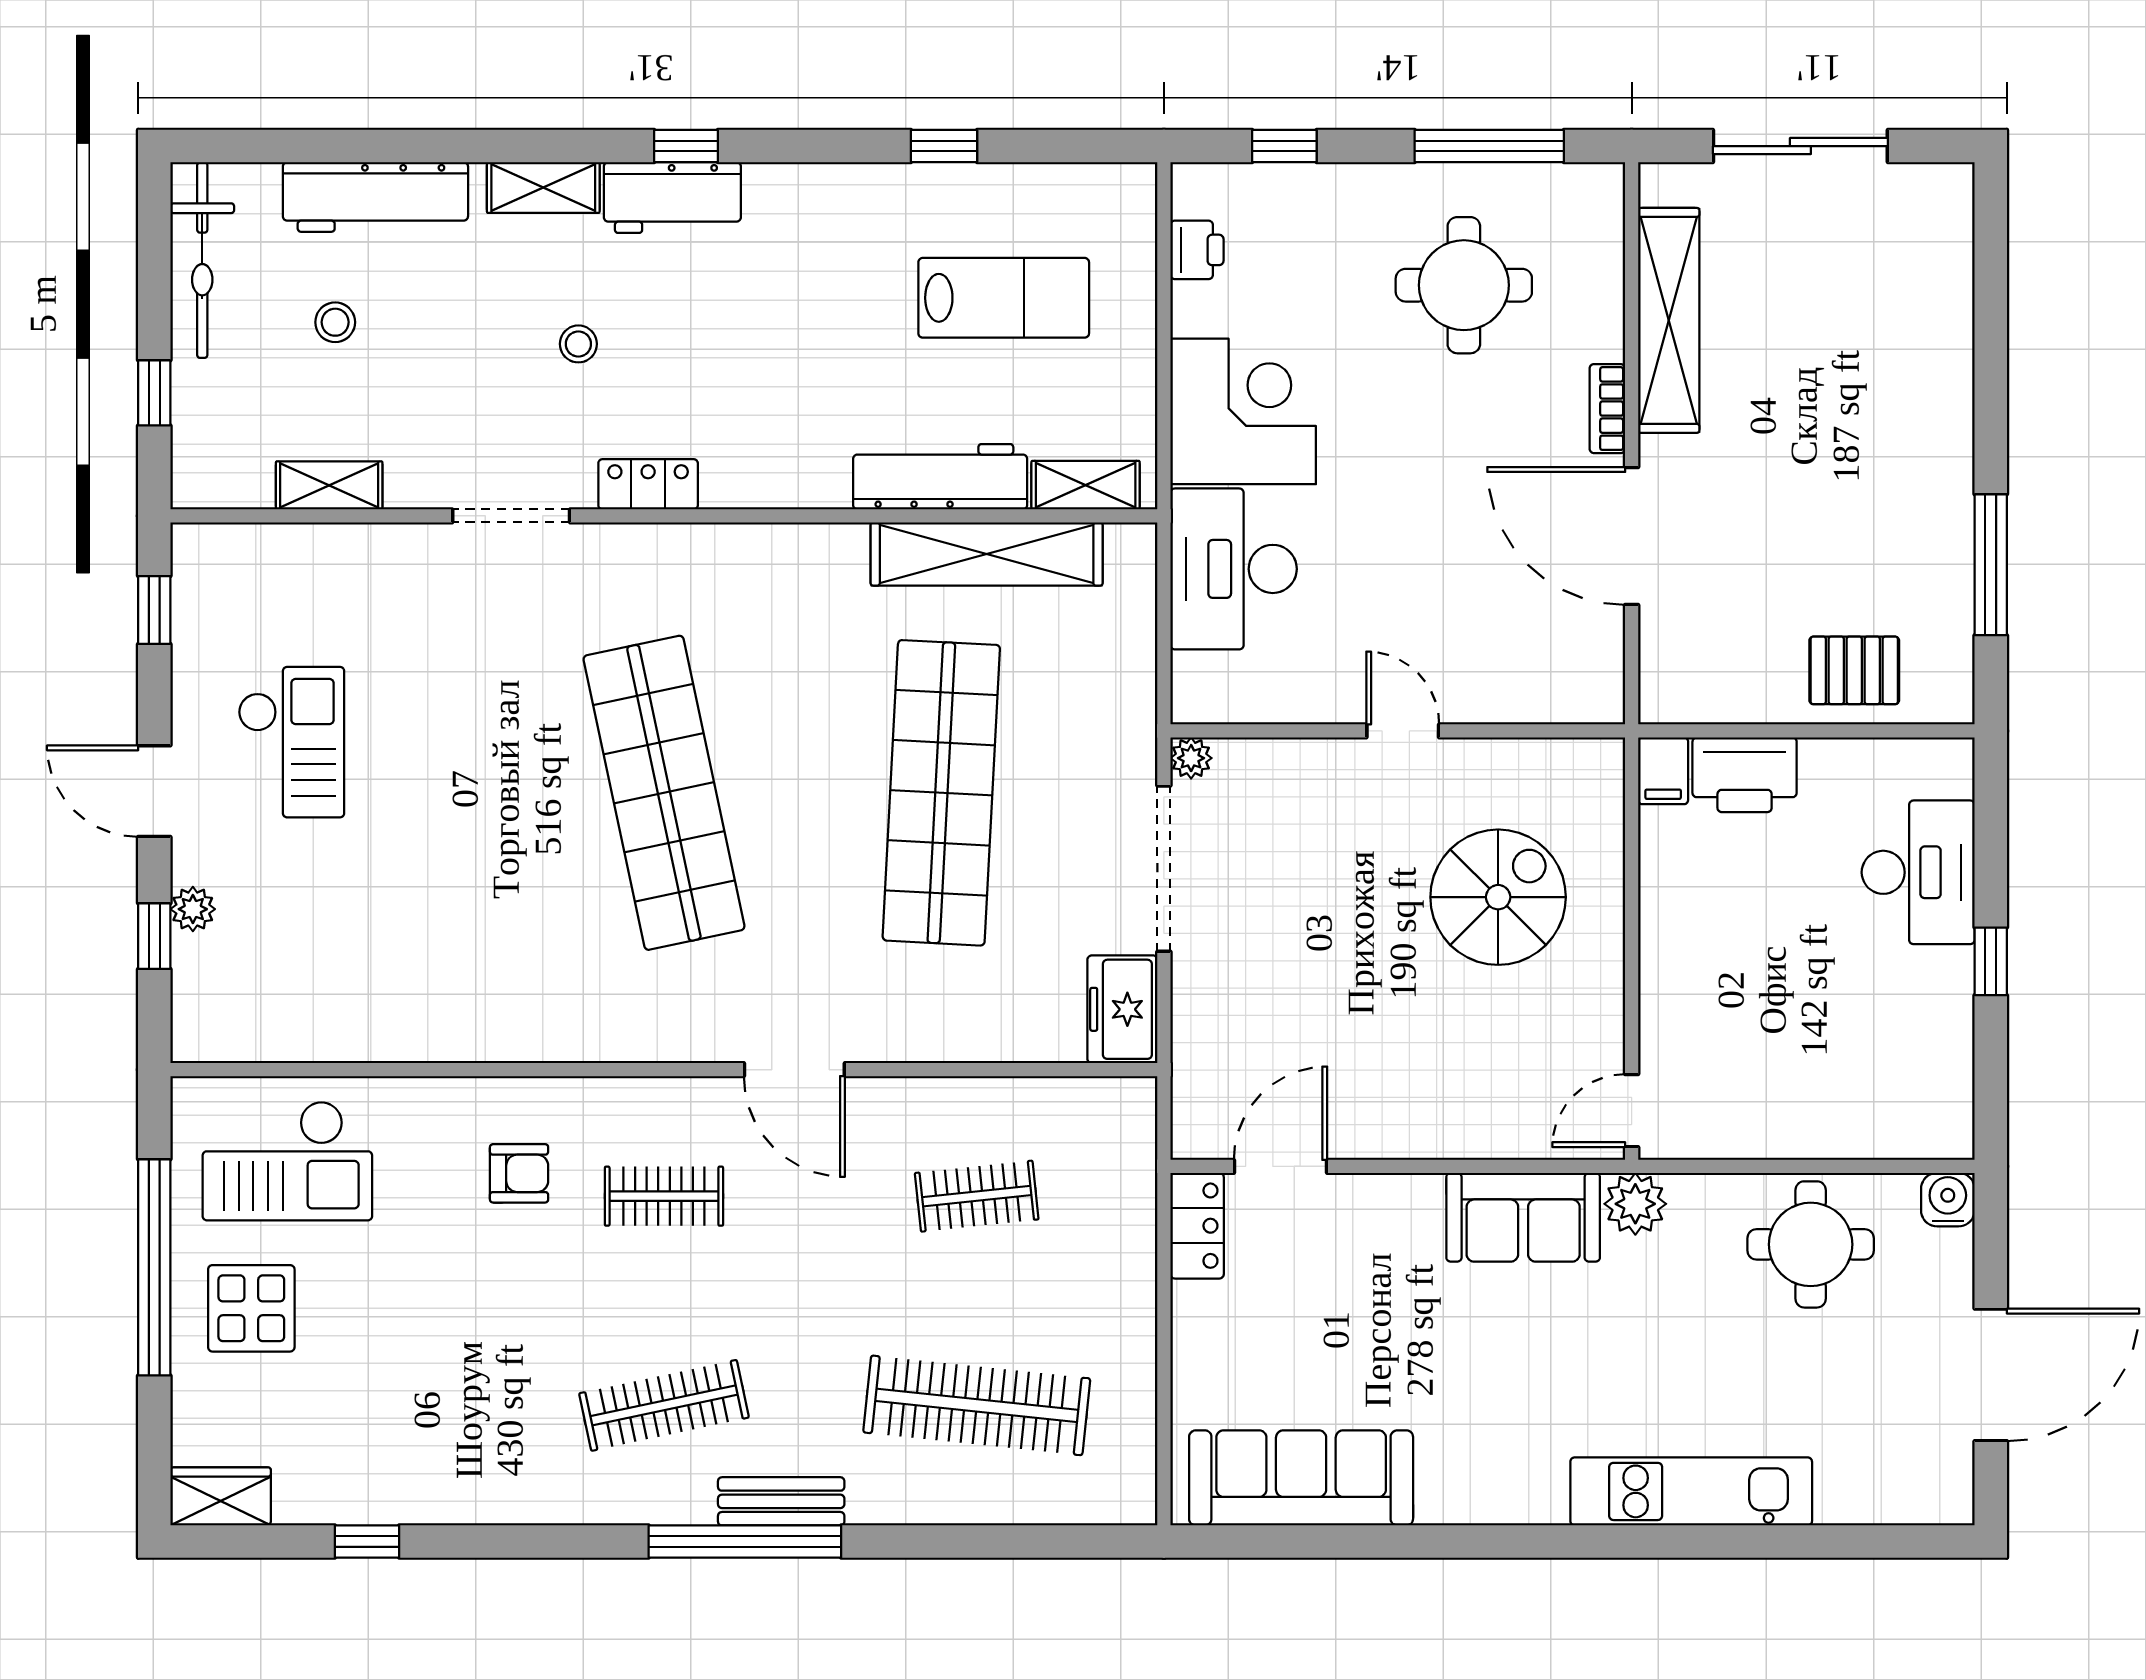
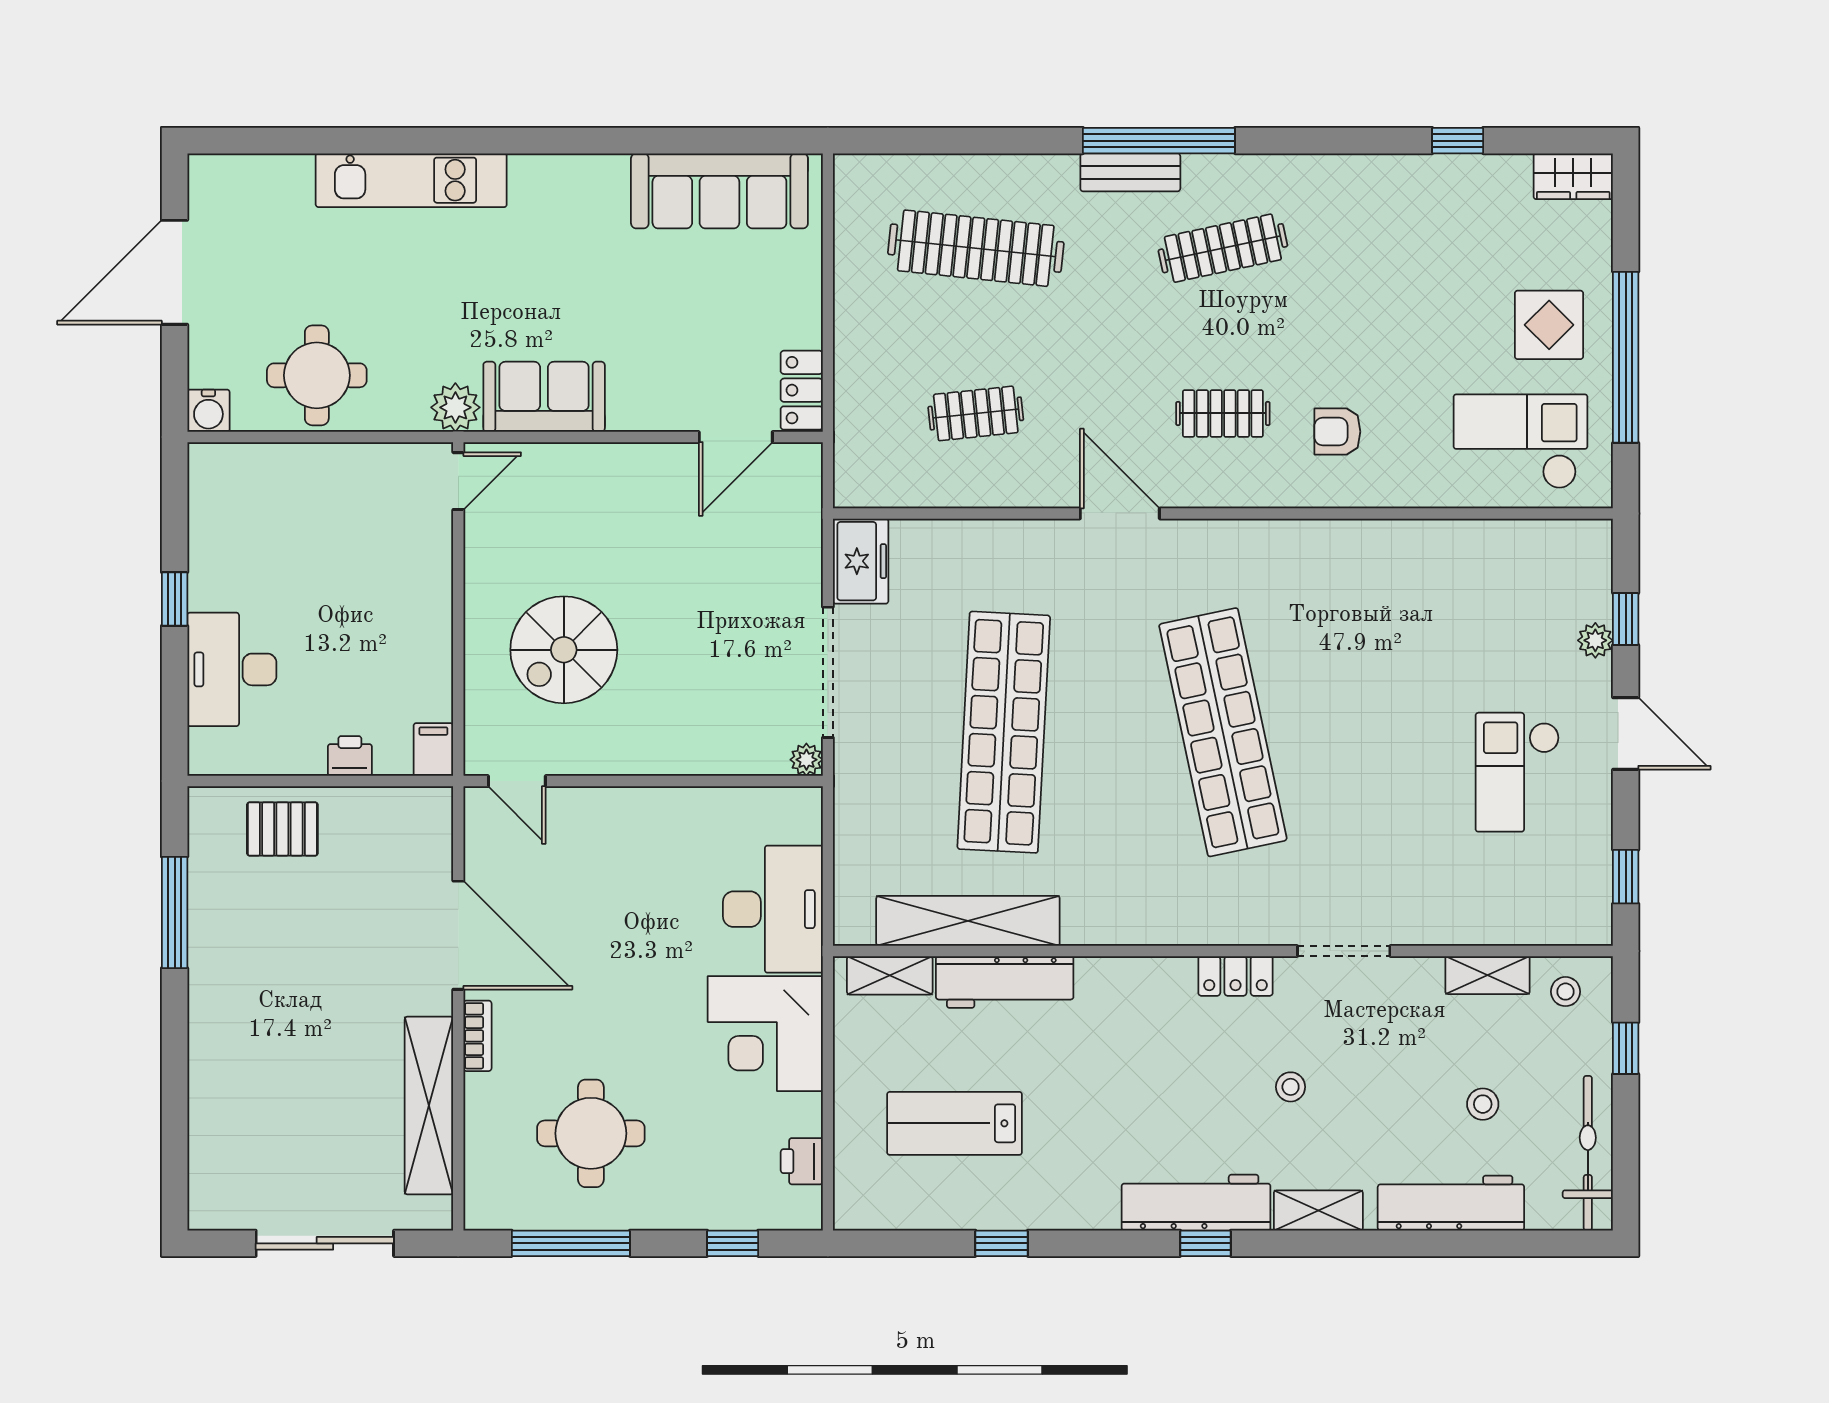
workbench: (672, 198) -> (1196, 1203), width x1.38
stool: (230, 465) -> (1565, 992), added
door: (1403, 731) -> (517, 781), moved
printer: (1745, 775) -> (350, 756), width x0.53, depth x0.68

